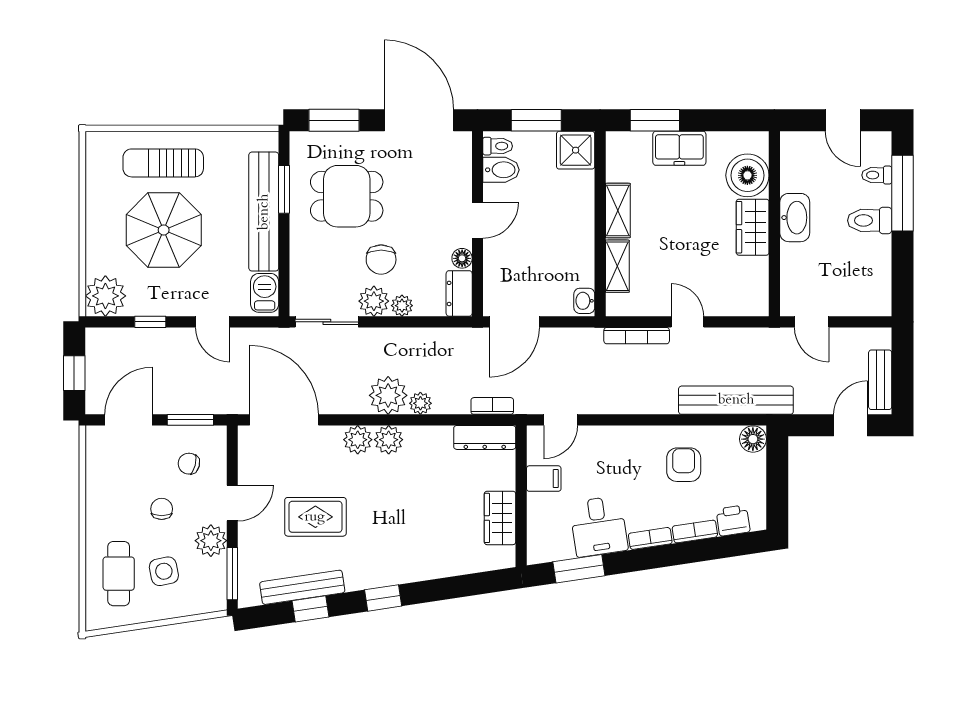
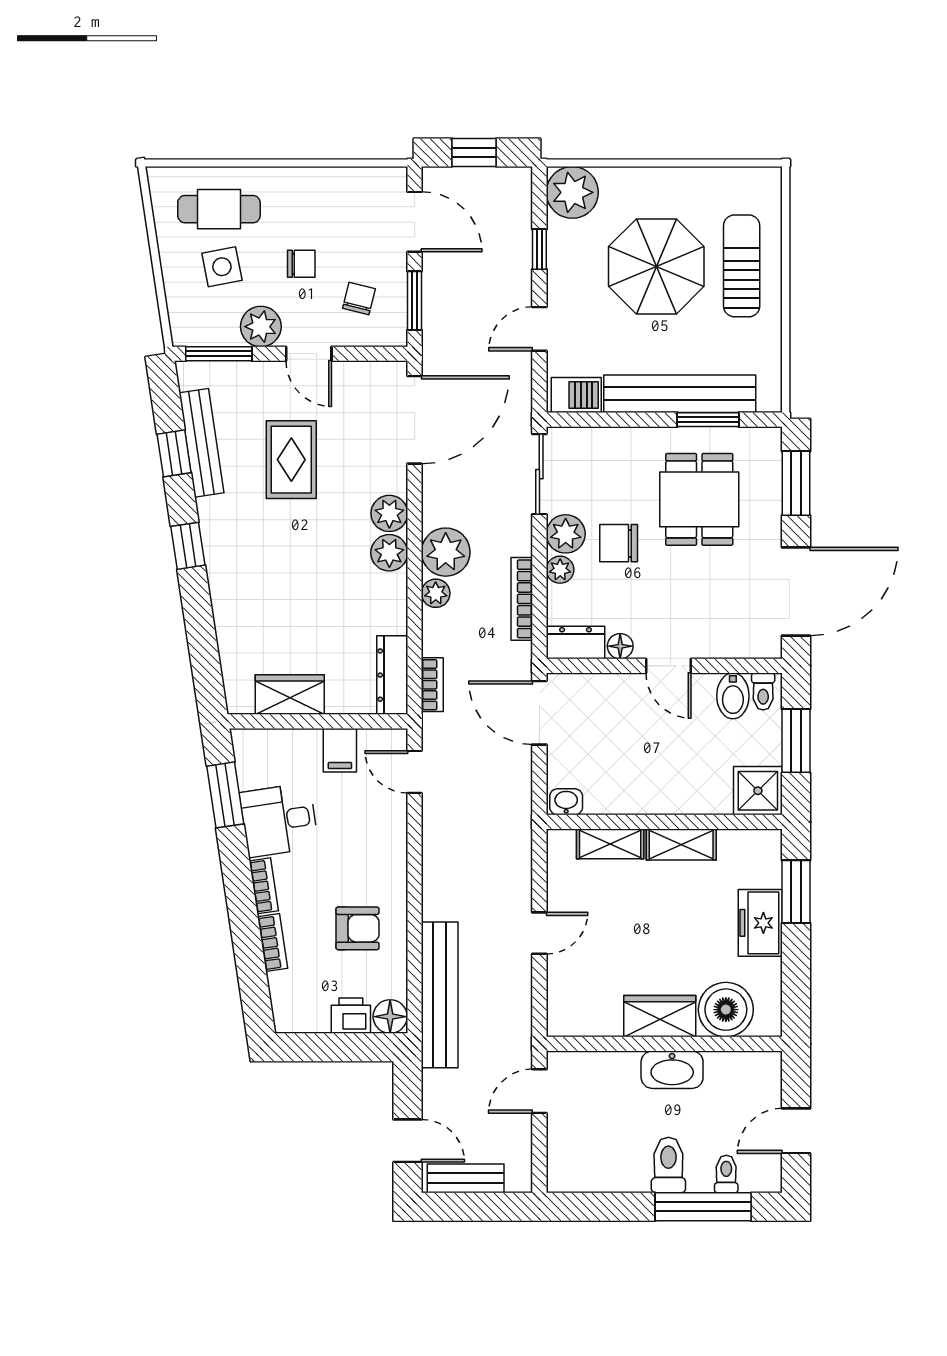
bookcase: (637, 336) -> (522, 599), moved
printer: (733, 521) -> (351, 1016), moved, turned -81

